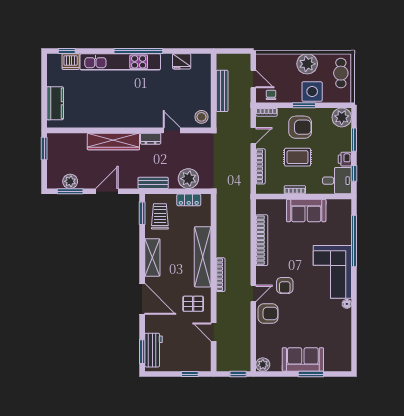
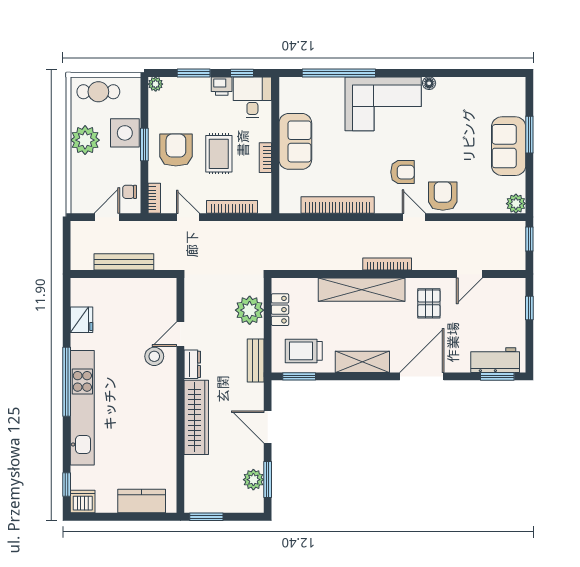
dishwasher: (71, 62) -> (83, 502), moved, turned -90
stool: (201, 117) -> (154, 356), moved
plant: (342, 117) -> (156, 84), width x0.53, depth x0.53

